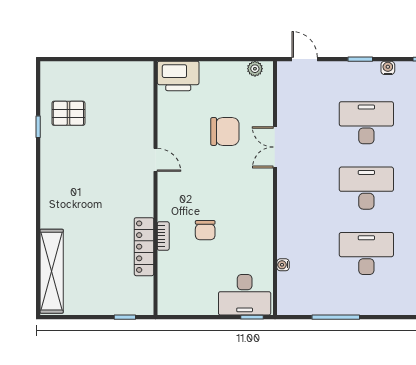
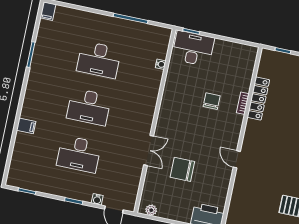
water cooler: (388, 68) -> (97, 199), moved

